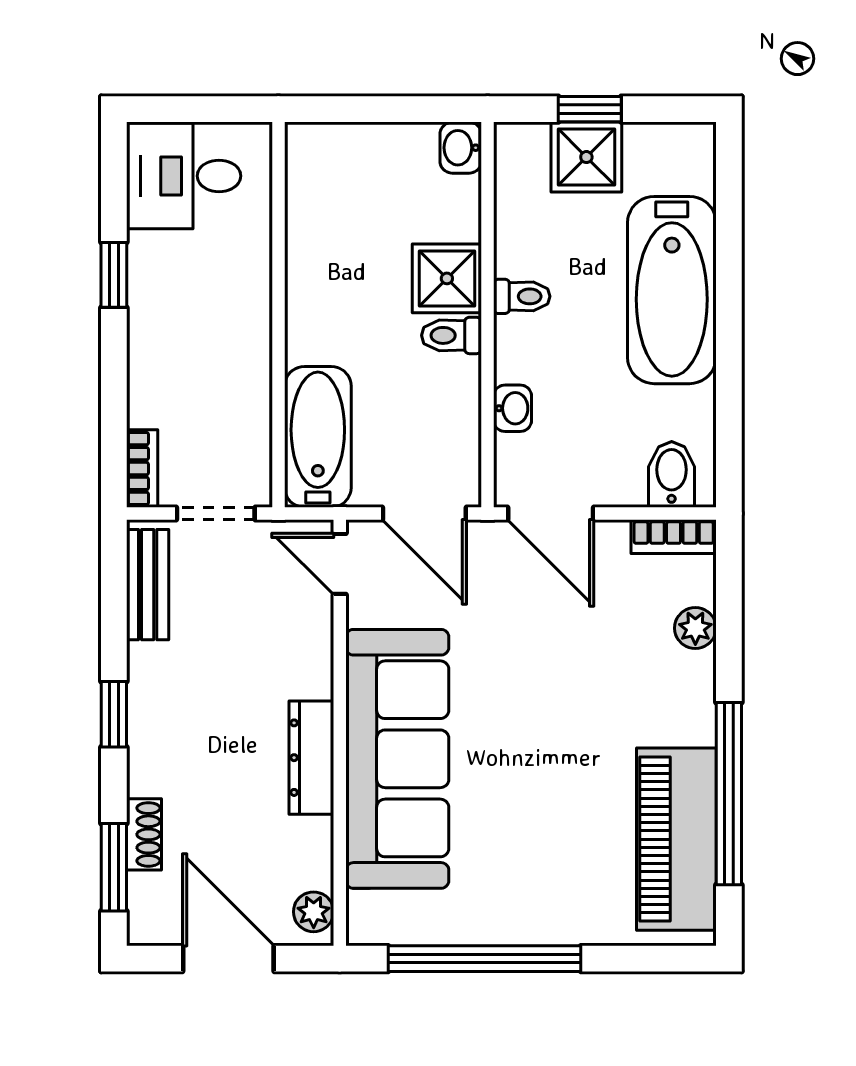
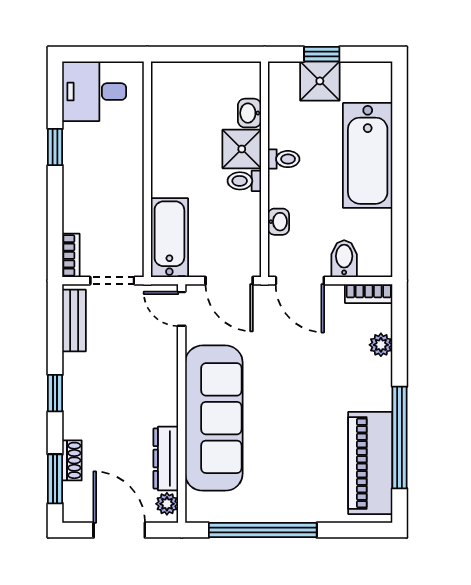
washbasin: (461, 148) -> (249, 113), moved
bidet: (672, 474) -> (344, 259), moved
dresser: (311, 758) -> (166, 458), moved

